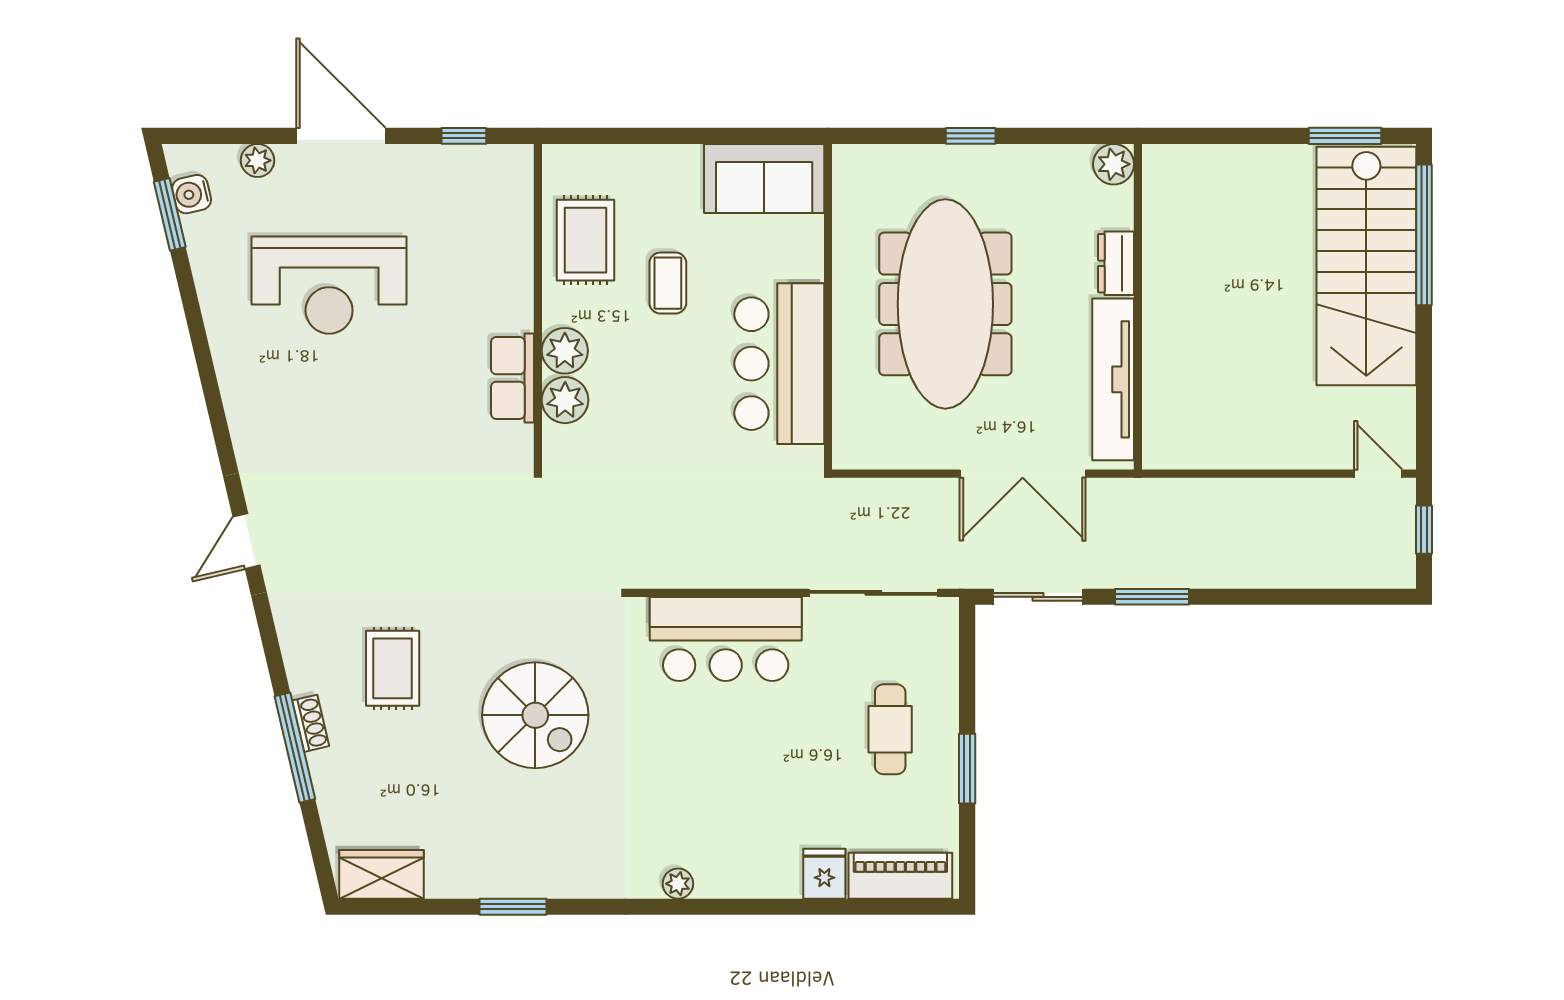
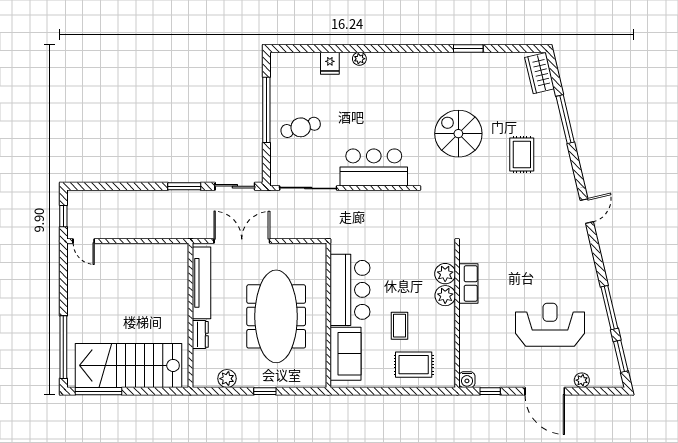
window: (1345, 136) -> (99, 391), width x1.44
plant: (1114, 164) -> (227, 379), moved
sofa: (764, 178) -> (345, 354), moved, turned 90
water cooler: (192, 194) -> (467, 380), moved, turned 103
rug: (586, 240) -> (414, 365), moved, turned 90
stairs: (1366, 266) -> (129, 365), moved, turned -90
window: (195, 324) -> (609, 308), added
shoe rack: (311, 723) -> (558, 130), removed
cafe table: (890, 729) -> (301, 127), turned 75
window: (967, 769) -> (266, 110), width x2.11
wardrobe: (382, 874) -> (540, 73), moved, turned 77
piano: (900, 876) -> (296, 62), removed
plant: (678, 884) -> (359, 59), moved

